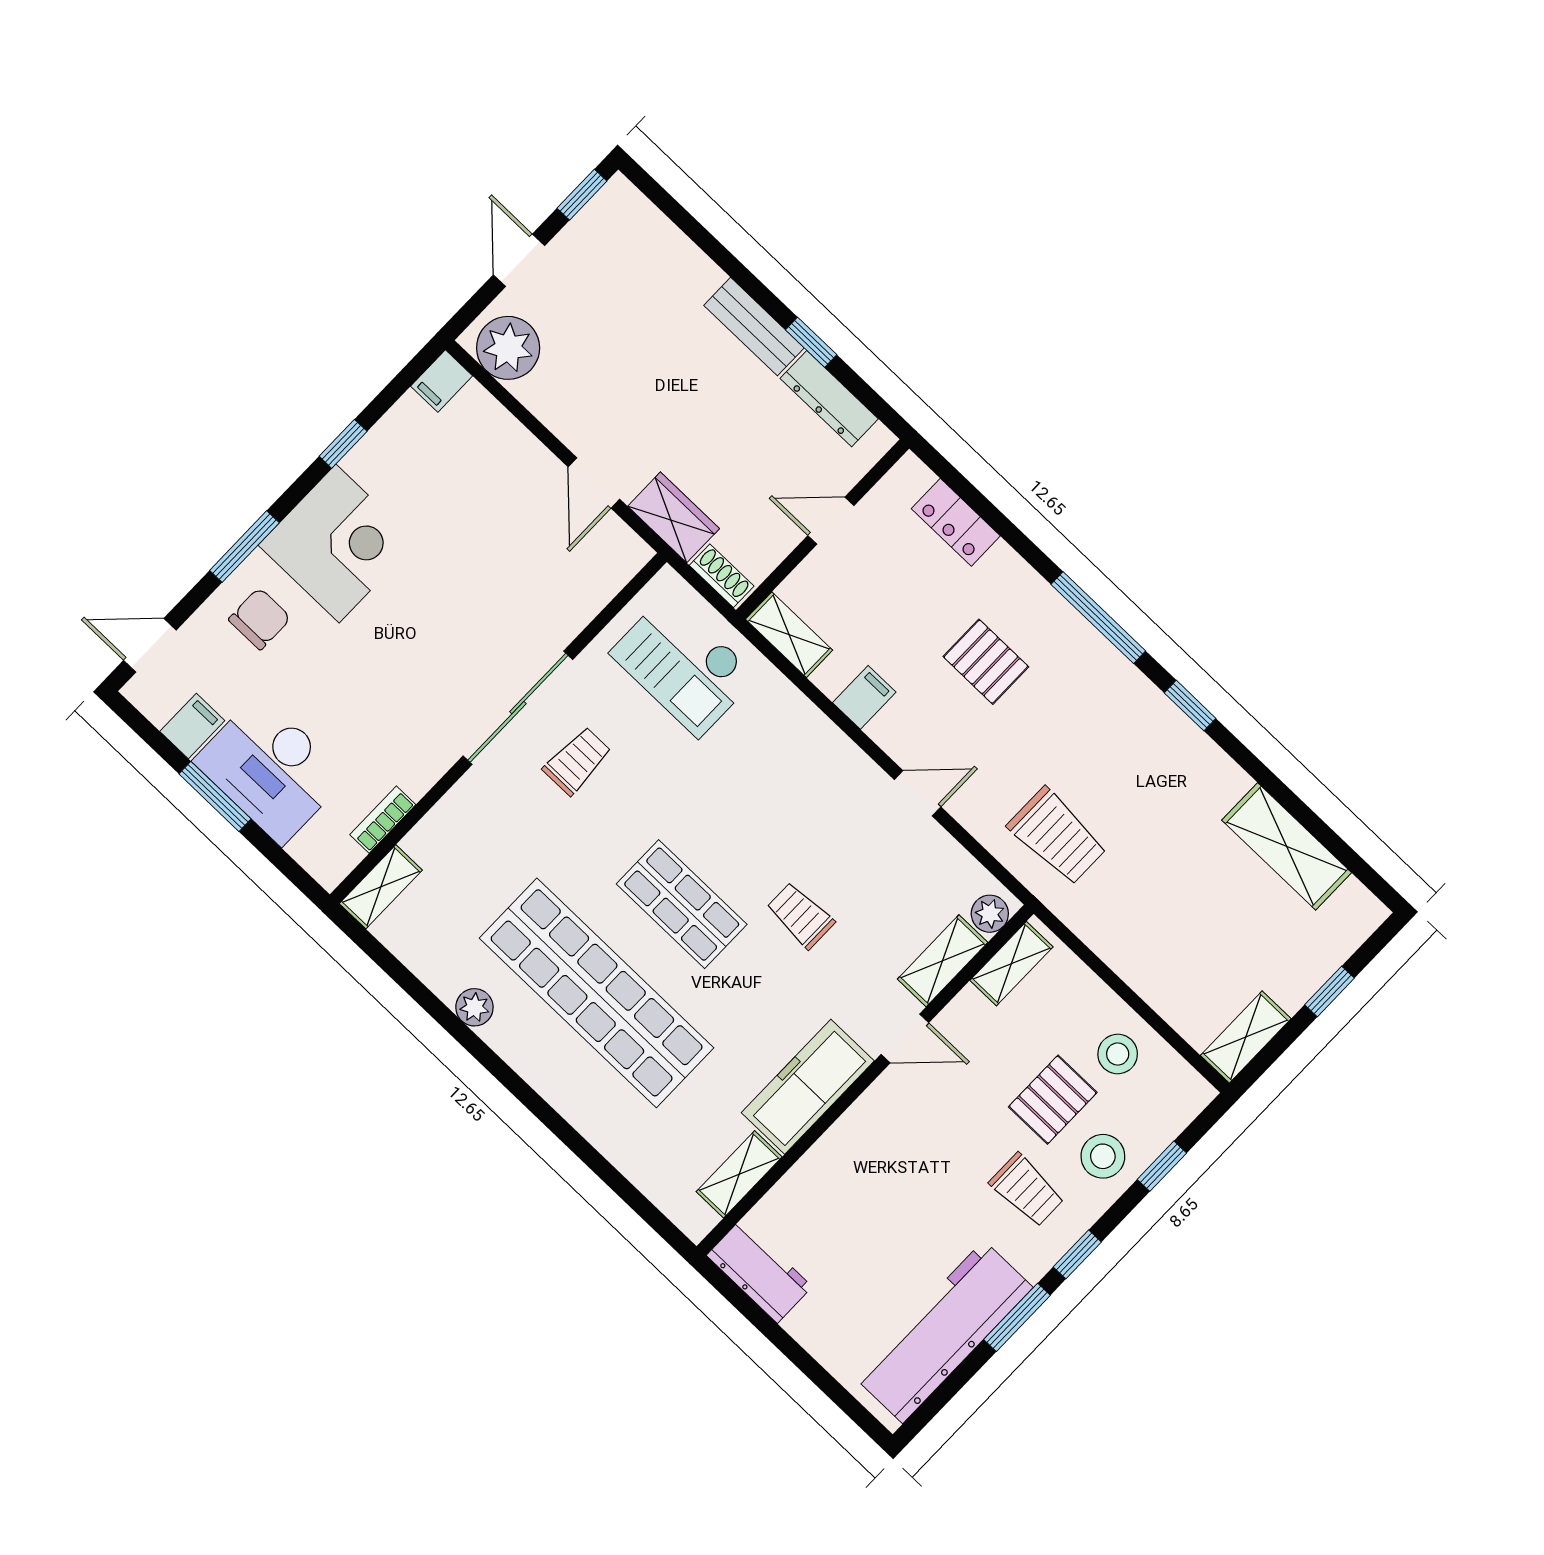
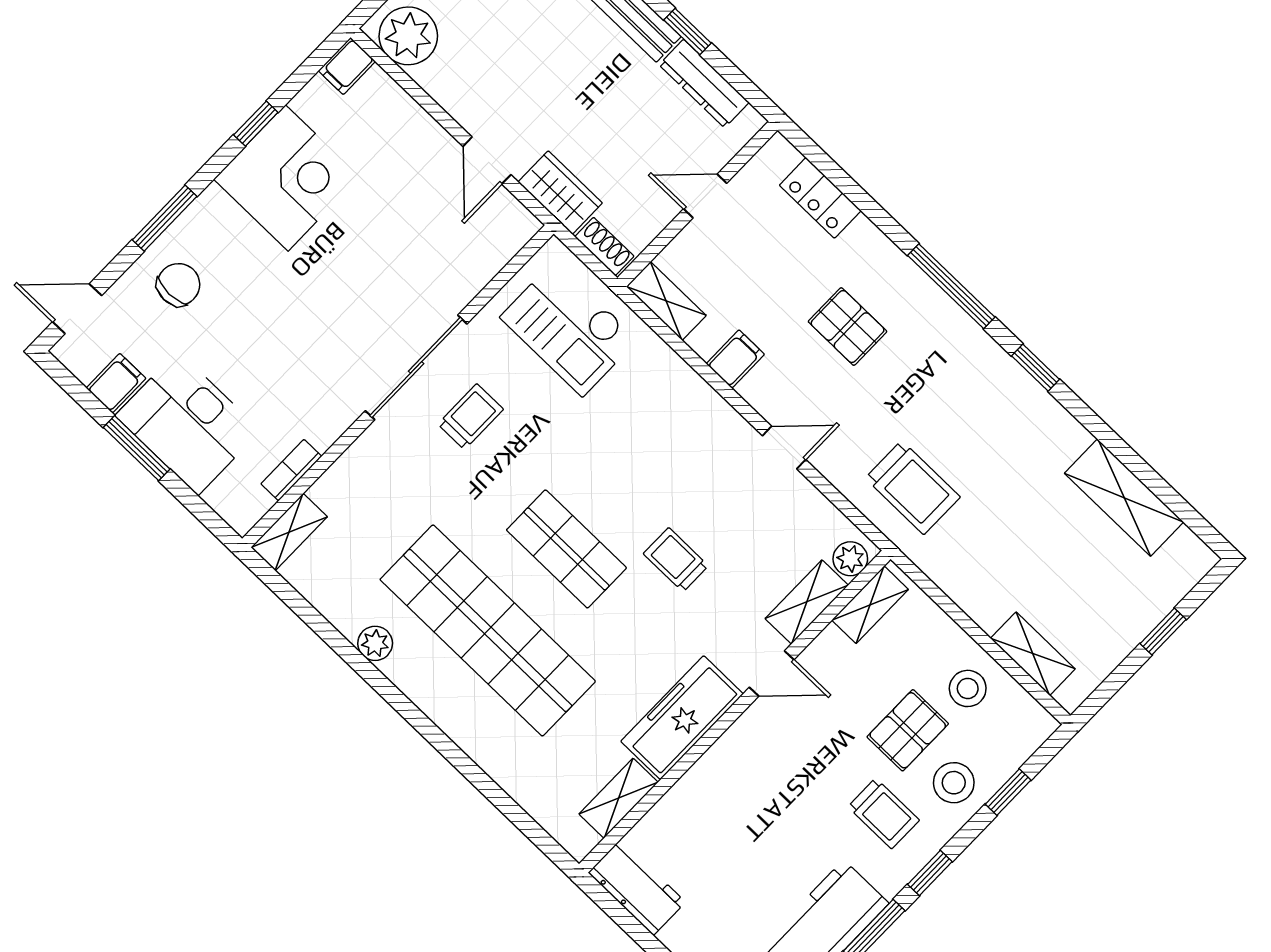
corner desk: (338, 544) -> (287, 178), moved
shelving: (1246, 1037) -> (1033, 654), moved, turned 90

